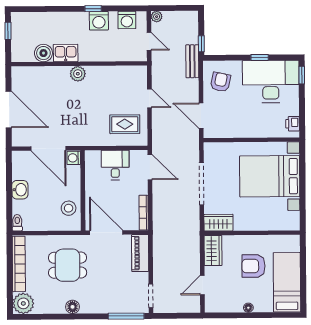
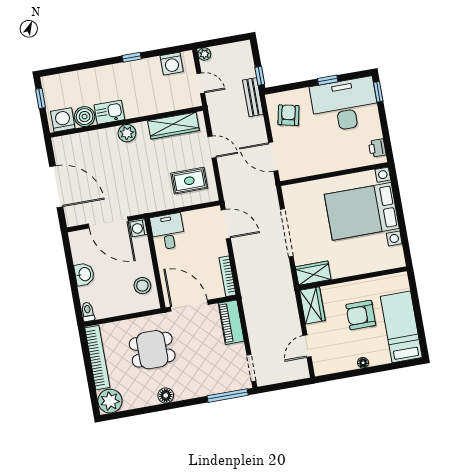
washing machine: (99, 21) -> (63, 120), moved, turned 180
wardrobe: (119, 74) -> (173, 126), added
desk: (115, 165) -> (168, 232), moved

